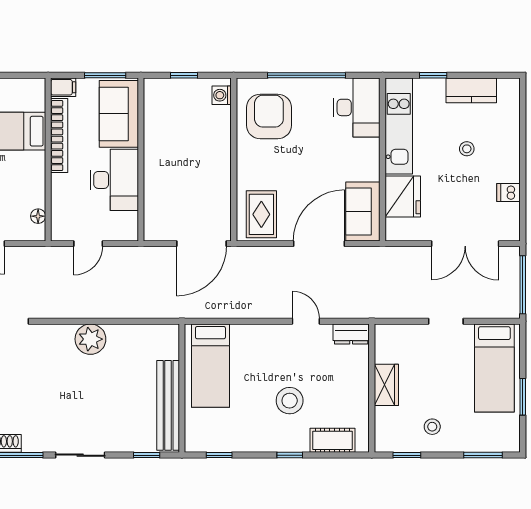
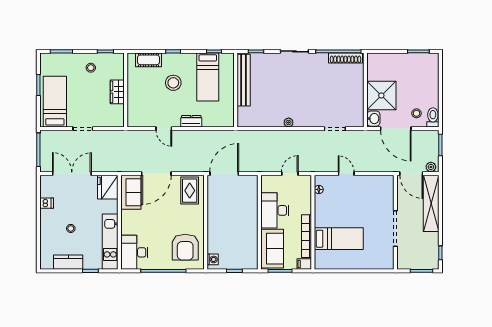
fridge: (403, 197) -> (108, 187), moved
dresser: (351, 334) -> (191, 121), moved
plant: (90, 339) -> (289, 122), width x0.53, depth x0.53
bed: (210, 366) -> (208, 77), moved, turned 180

